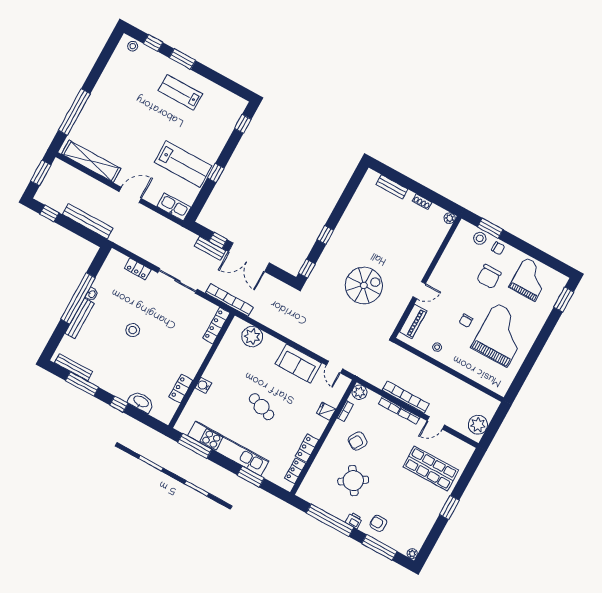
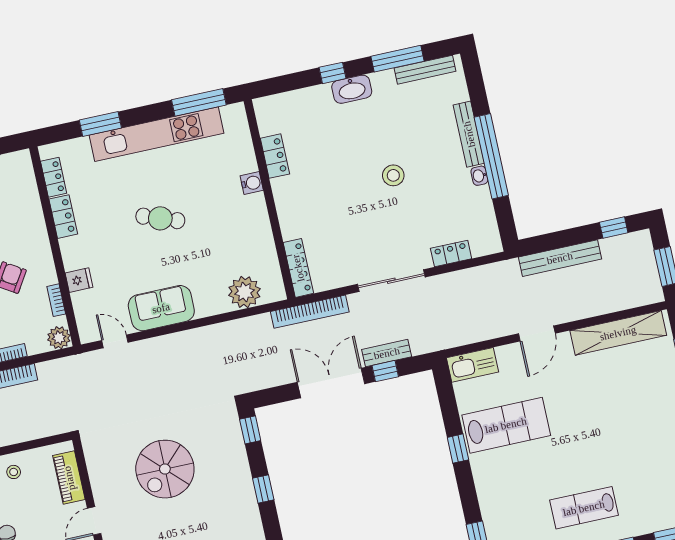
lab bench: (180, 92) -> (584, 508), turned 180
lab bench: (183, 164) -> (506, 425), turned 180
washbasin: (141, 402) -> (352, 89), moved

